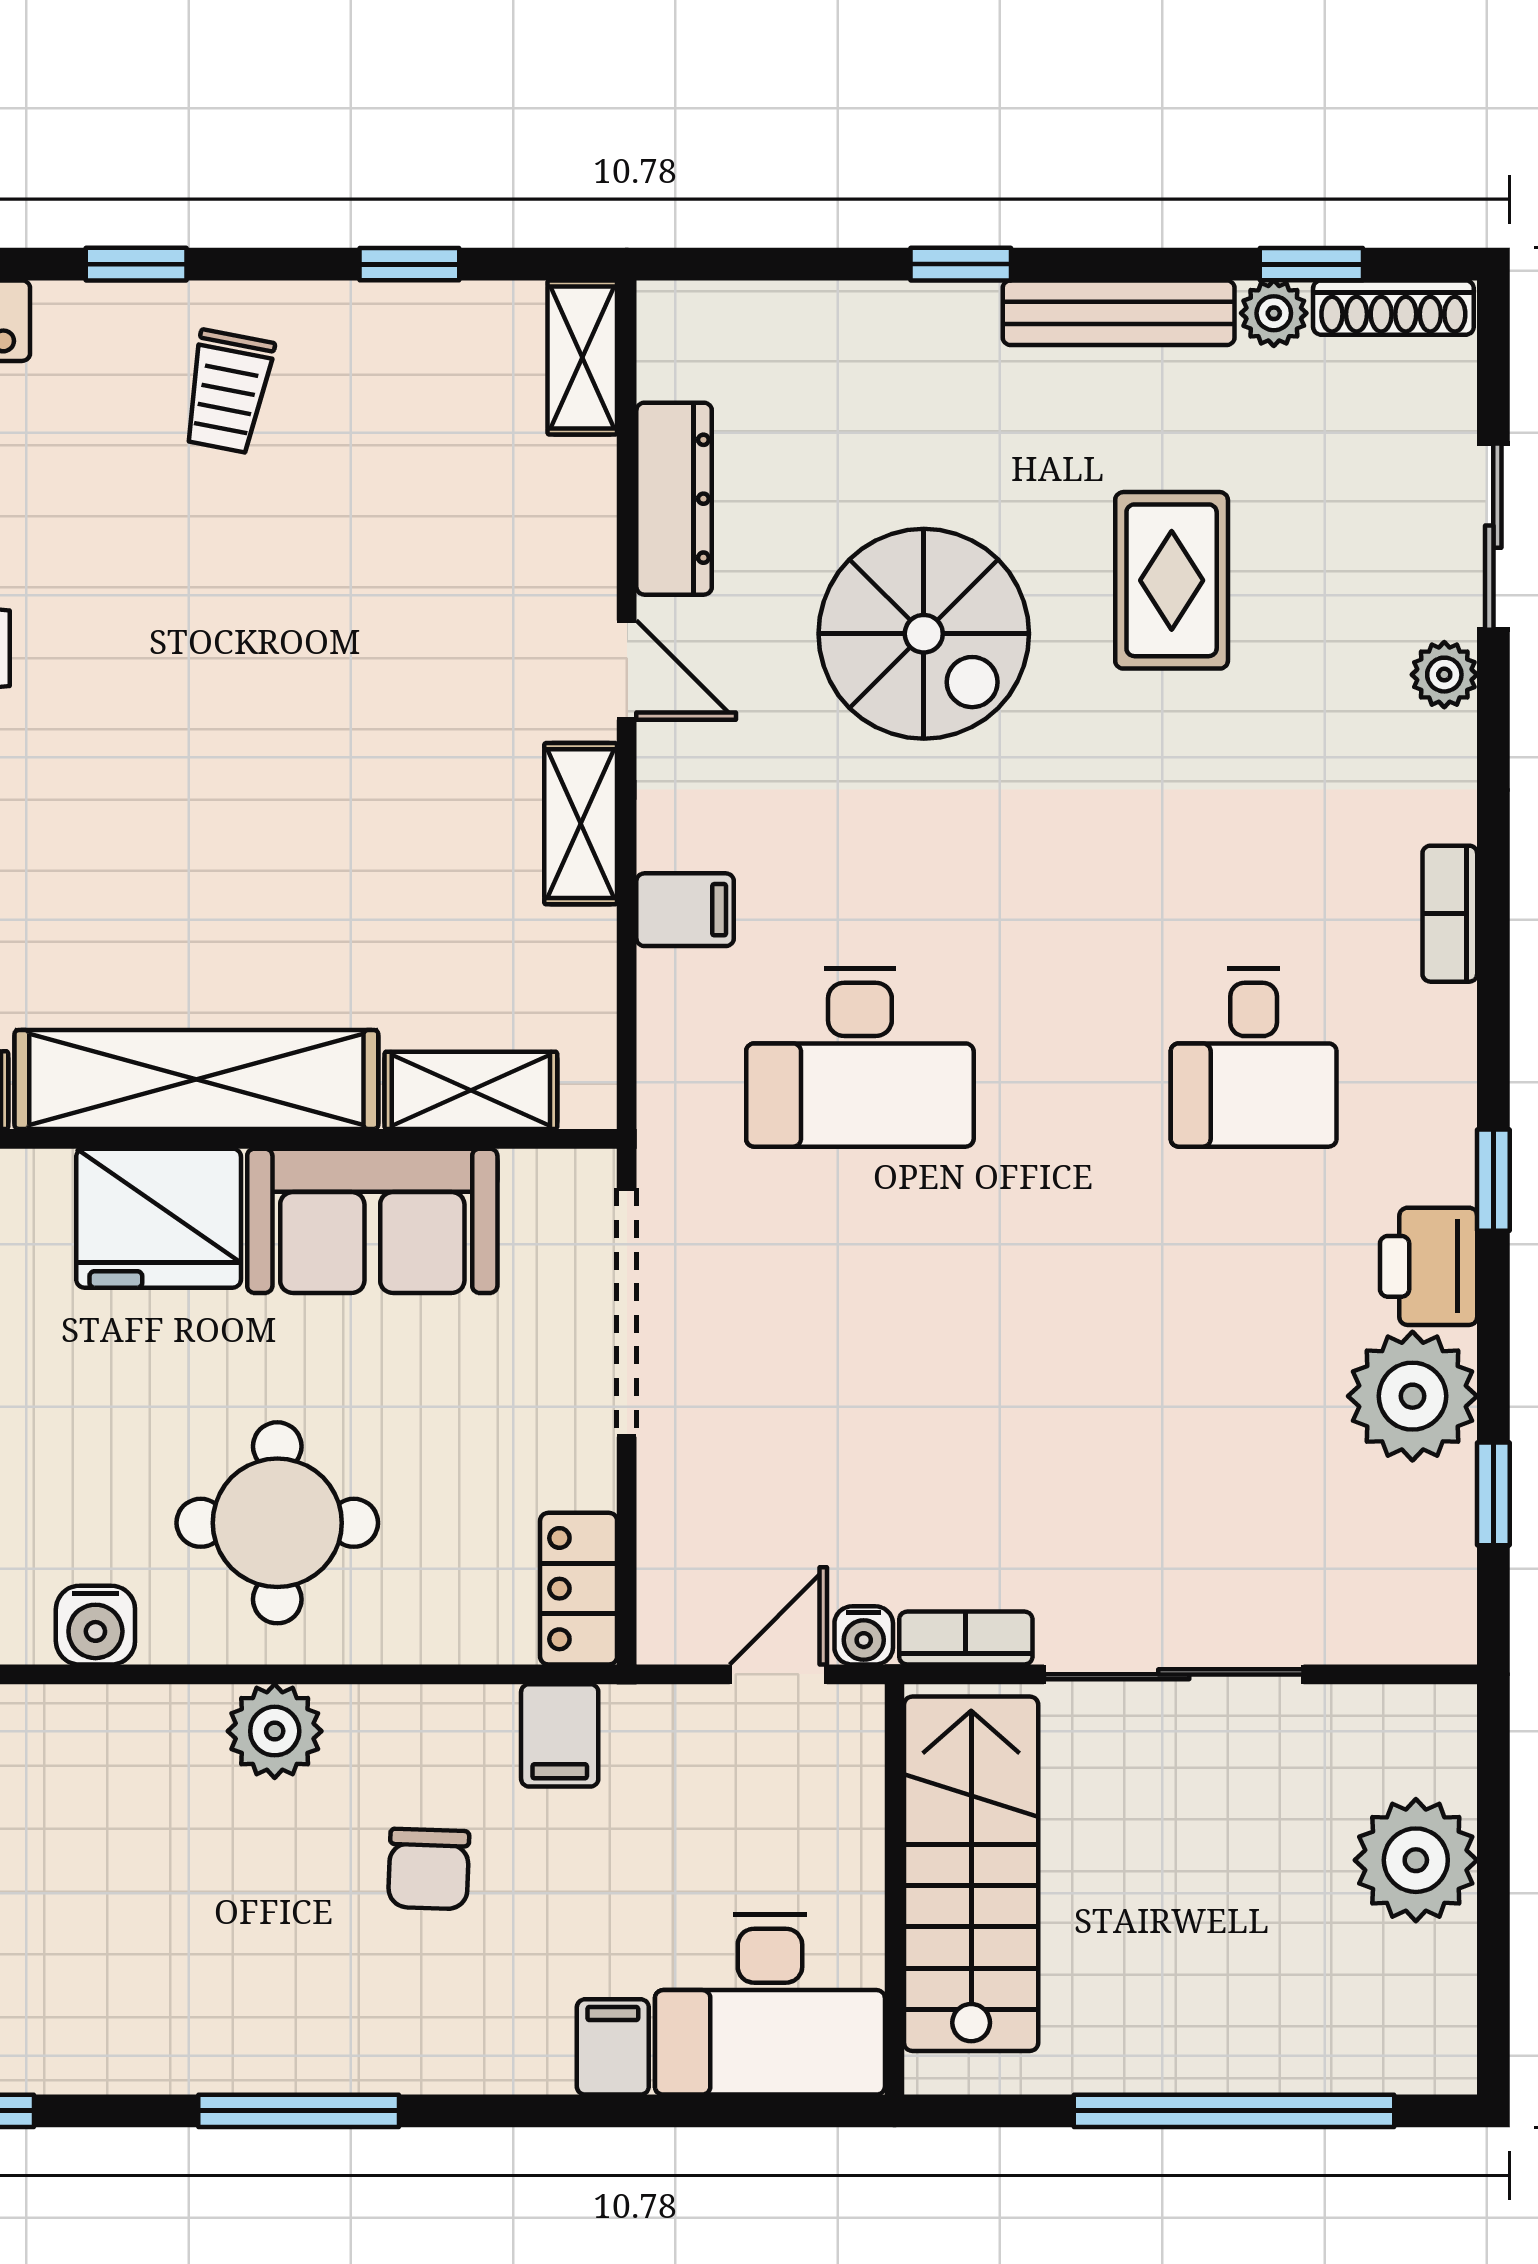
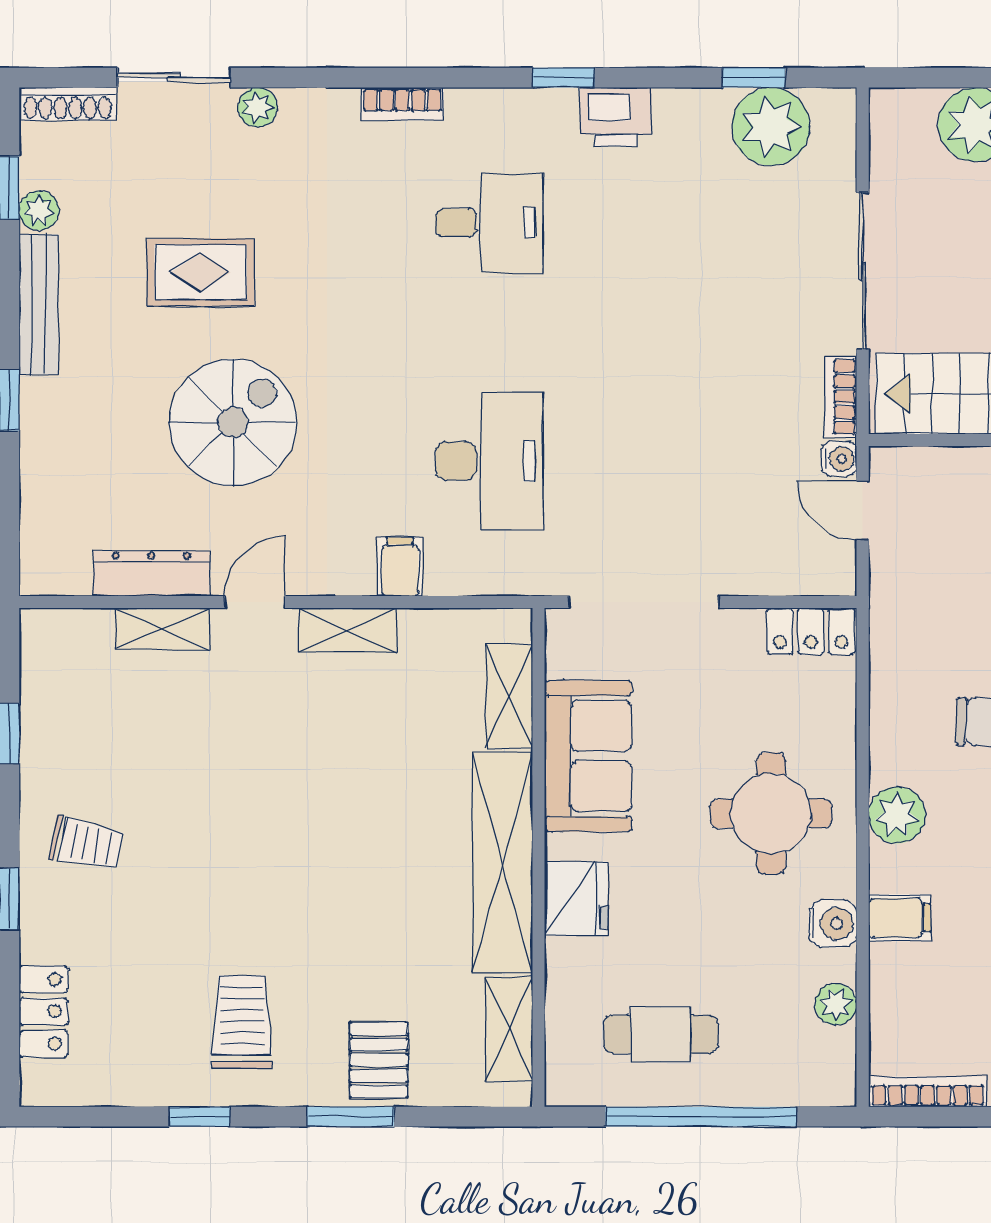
shoe rack: (1393, 308) -> (68, 104), moved, turned 90
shelving: (582, 357) -> (162, 629), moved
fridge: (159, 1218) -> (576, 899), width x0.73, depth x0.75
plant: (1412, 1396) -> (771, 127), moved
filing cabinet: (560, 1735) -> (900, 918), moved

